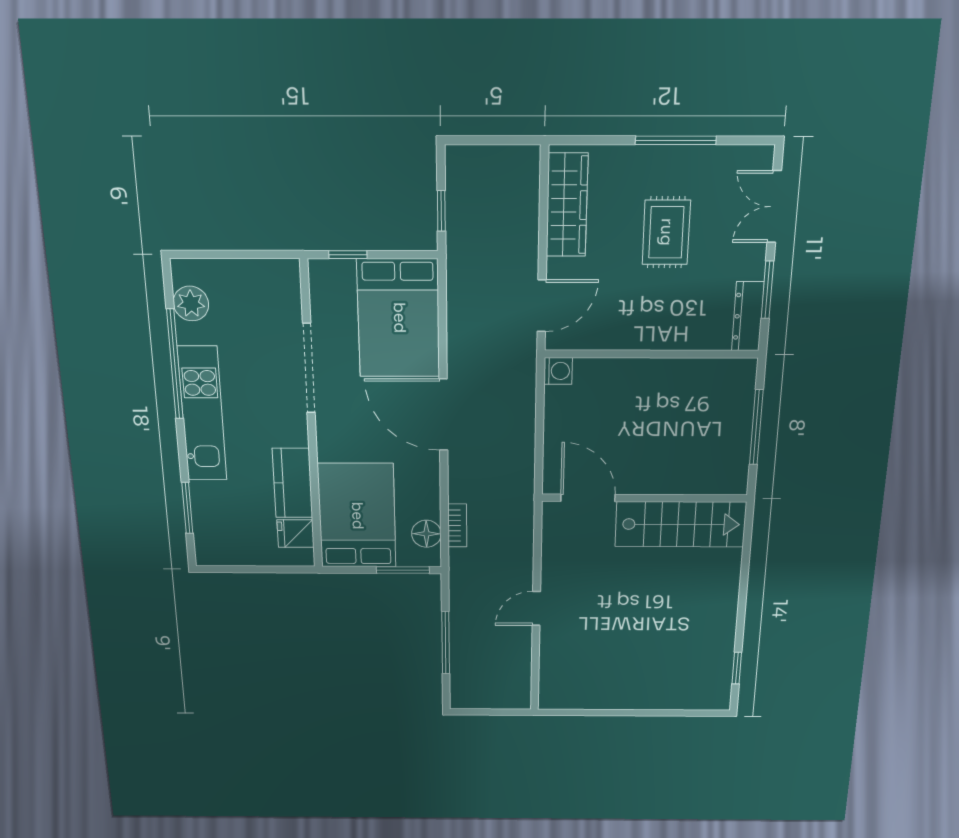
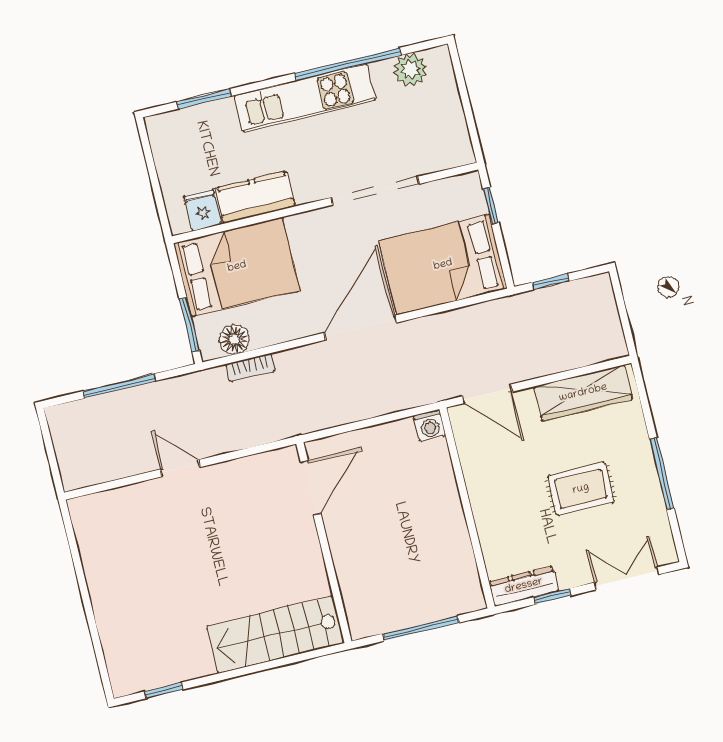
window: (767, 290) -> (552, 596), width x0.67
stairs: (680, 524) -> (275, 635), moved, turned 90

